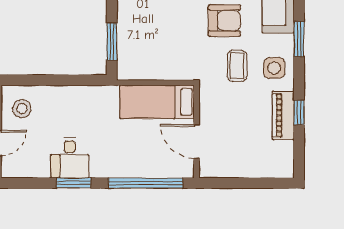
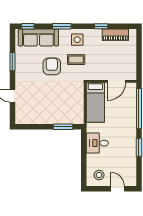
piano: (283, 115) -> (115, 35), moved
desk: (70, 158) -> (97, 143), moved, turned 180

